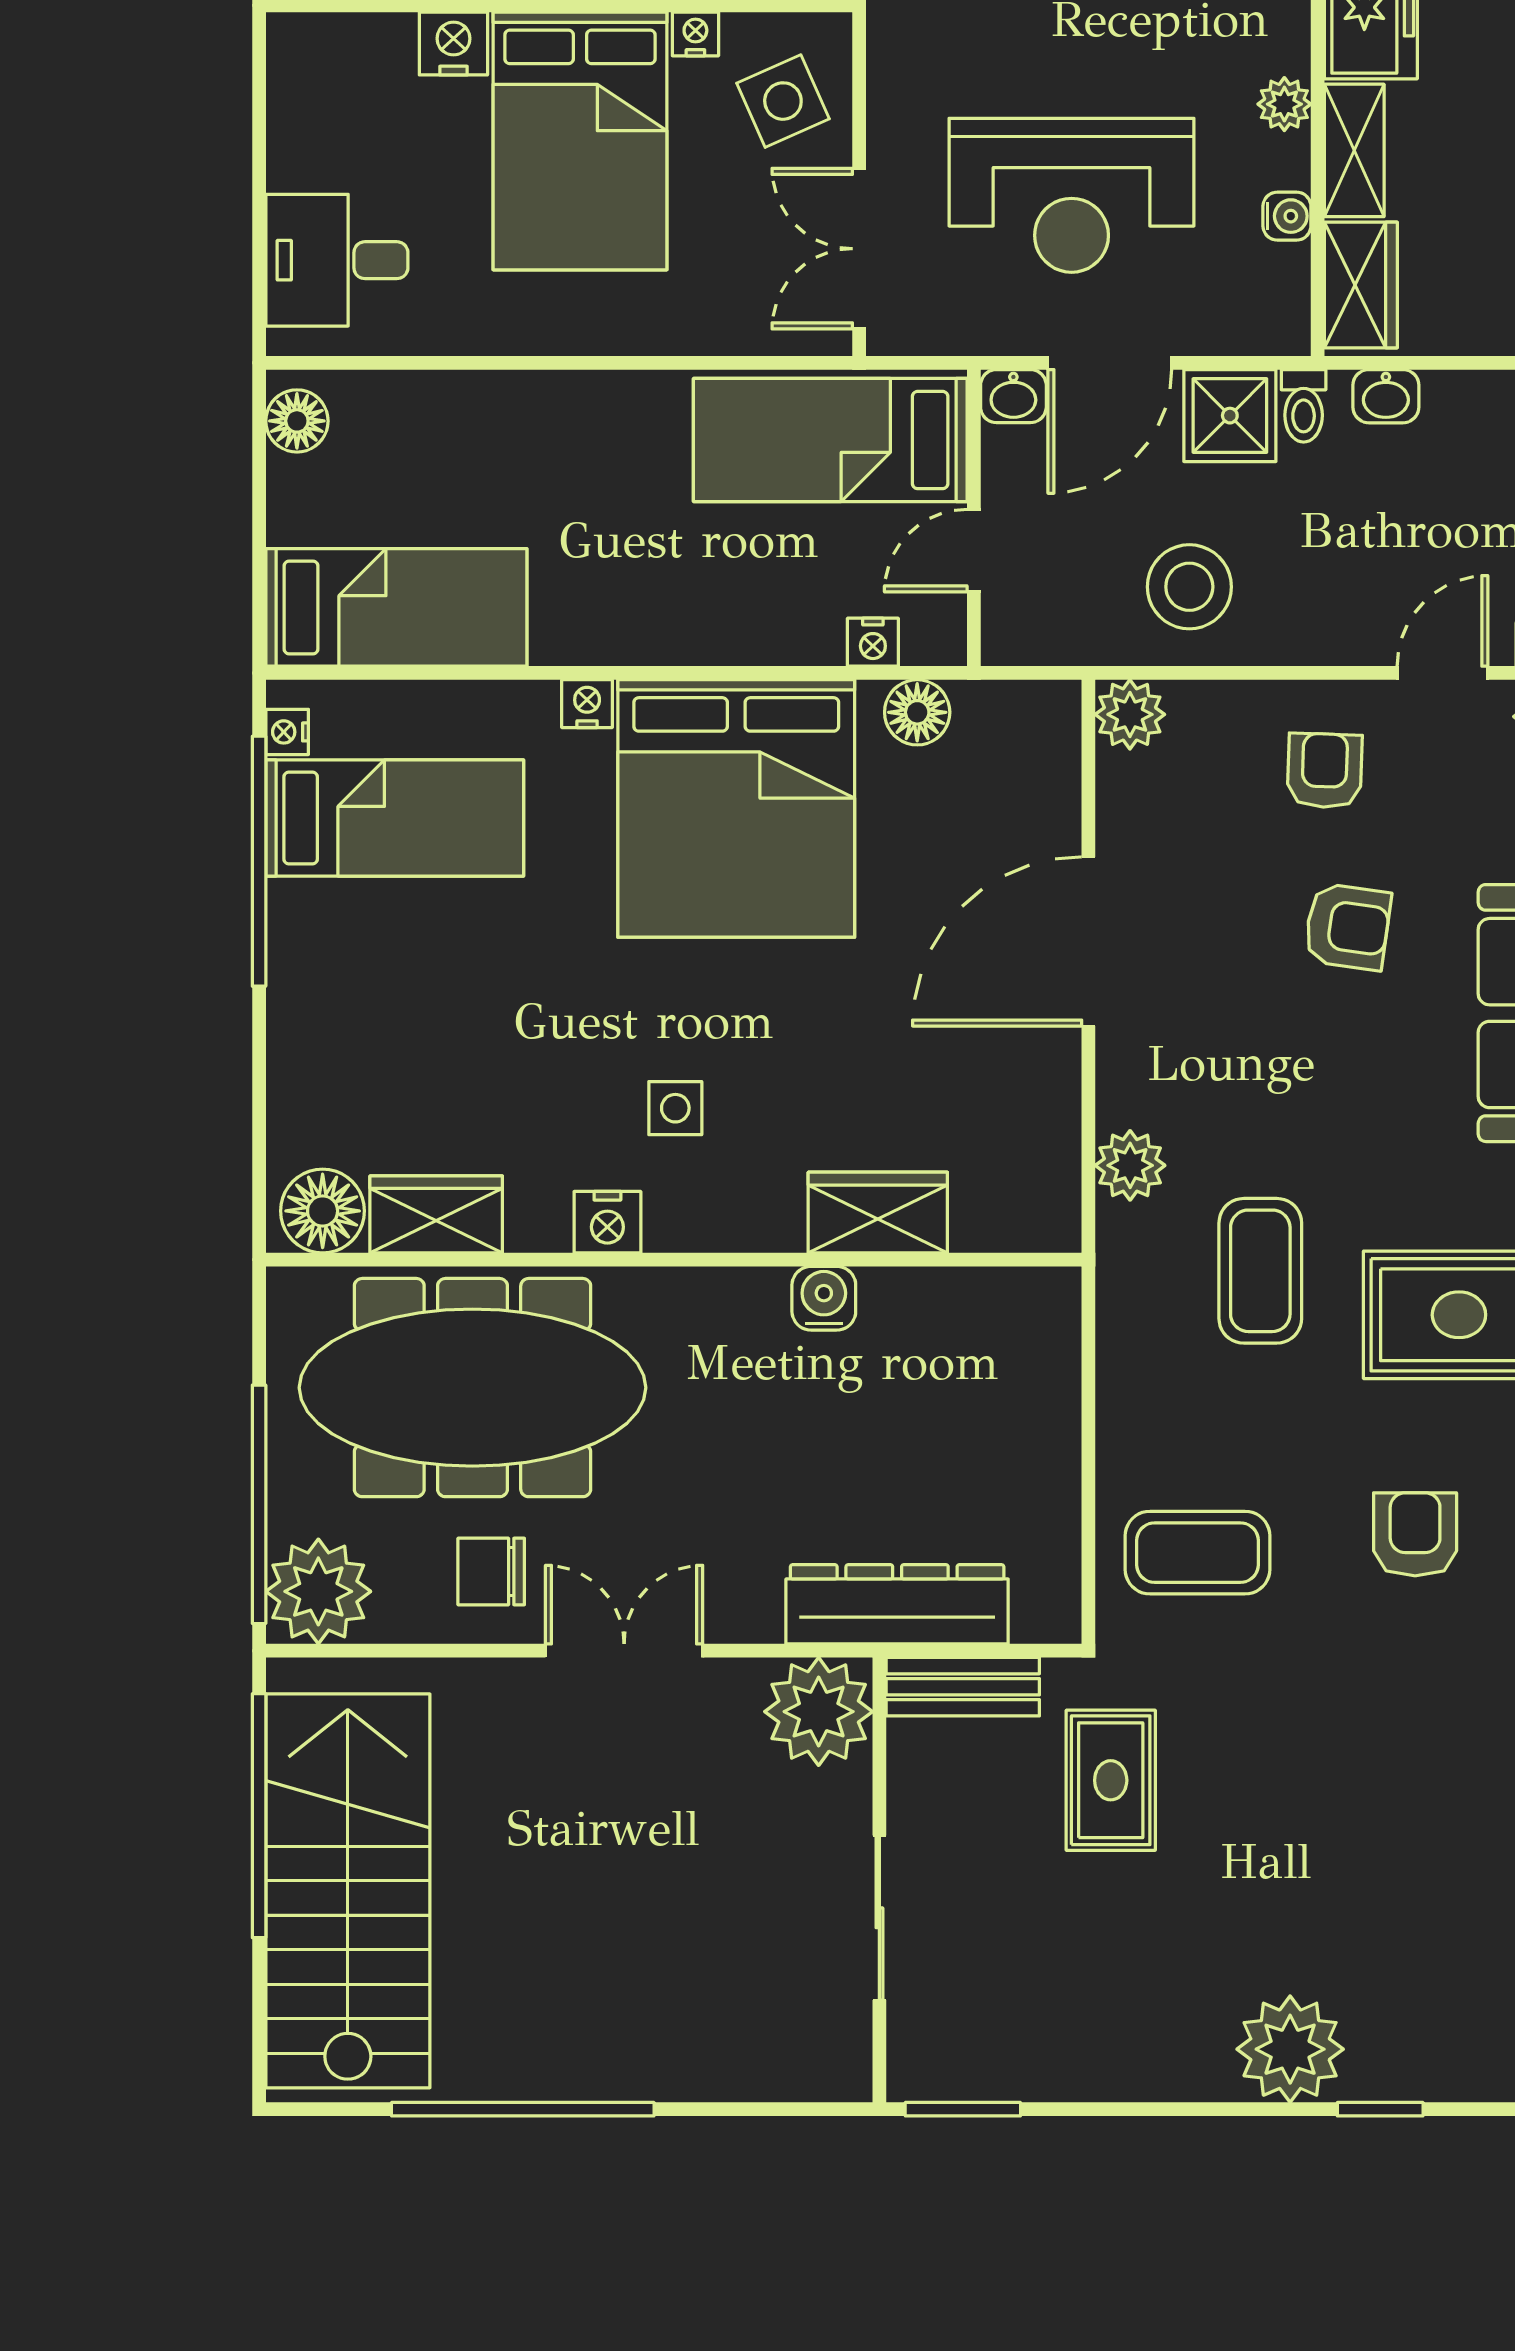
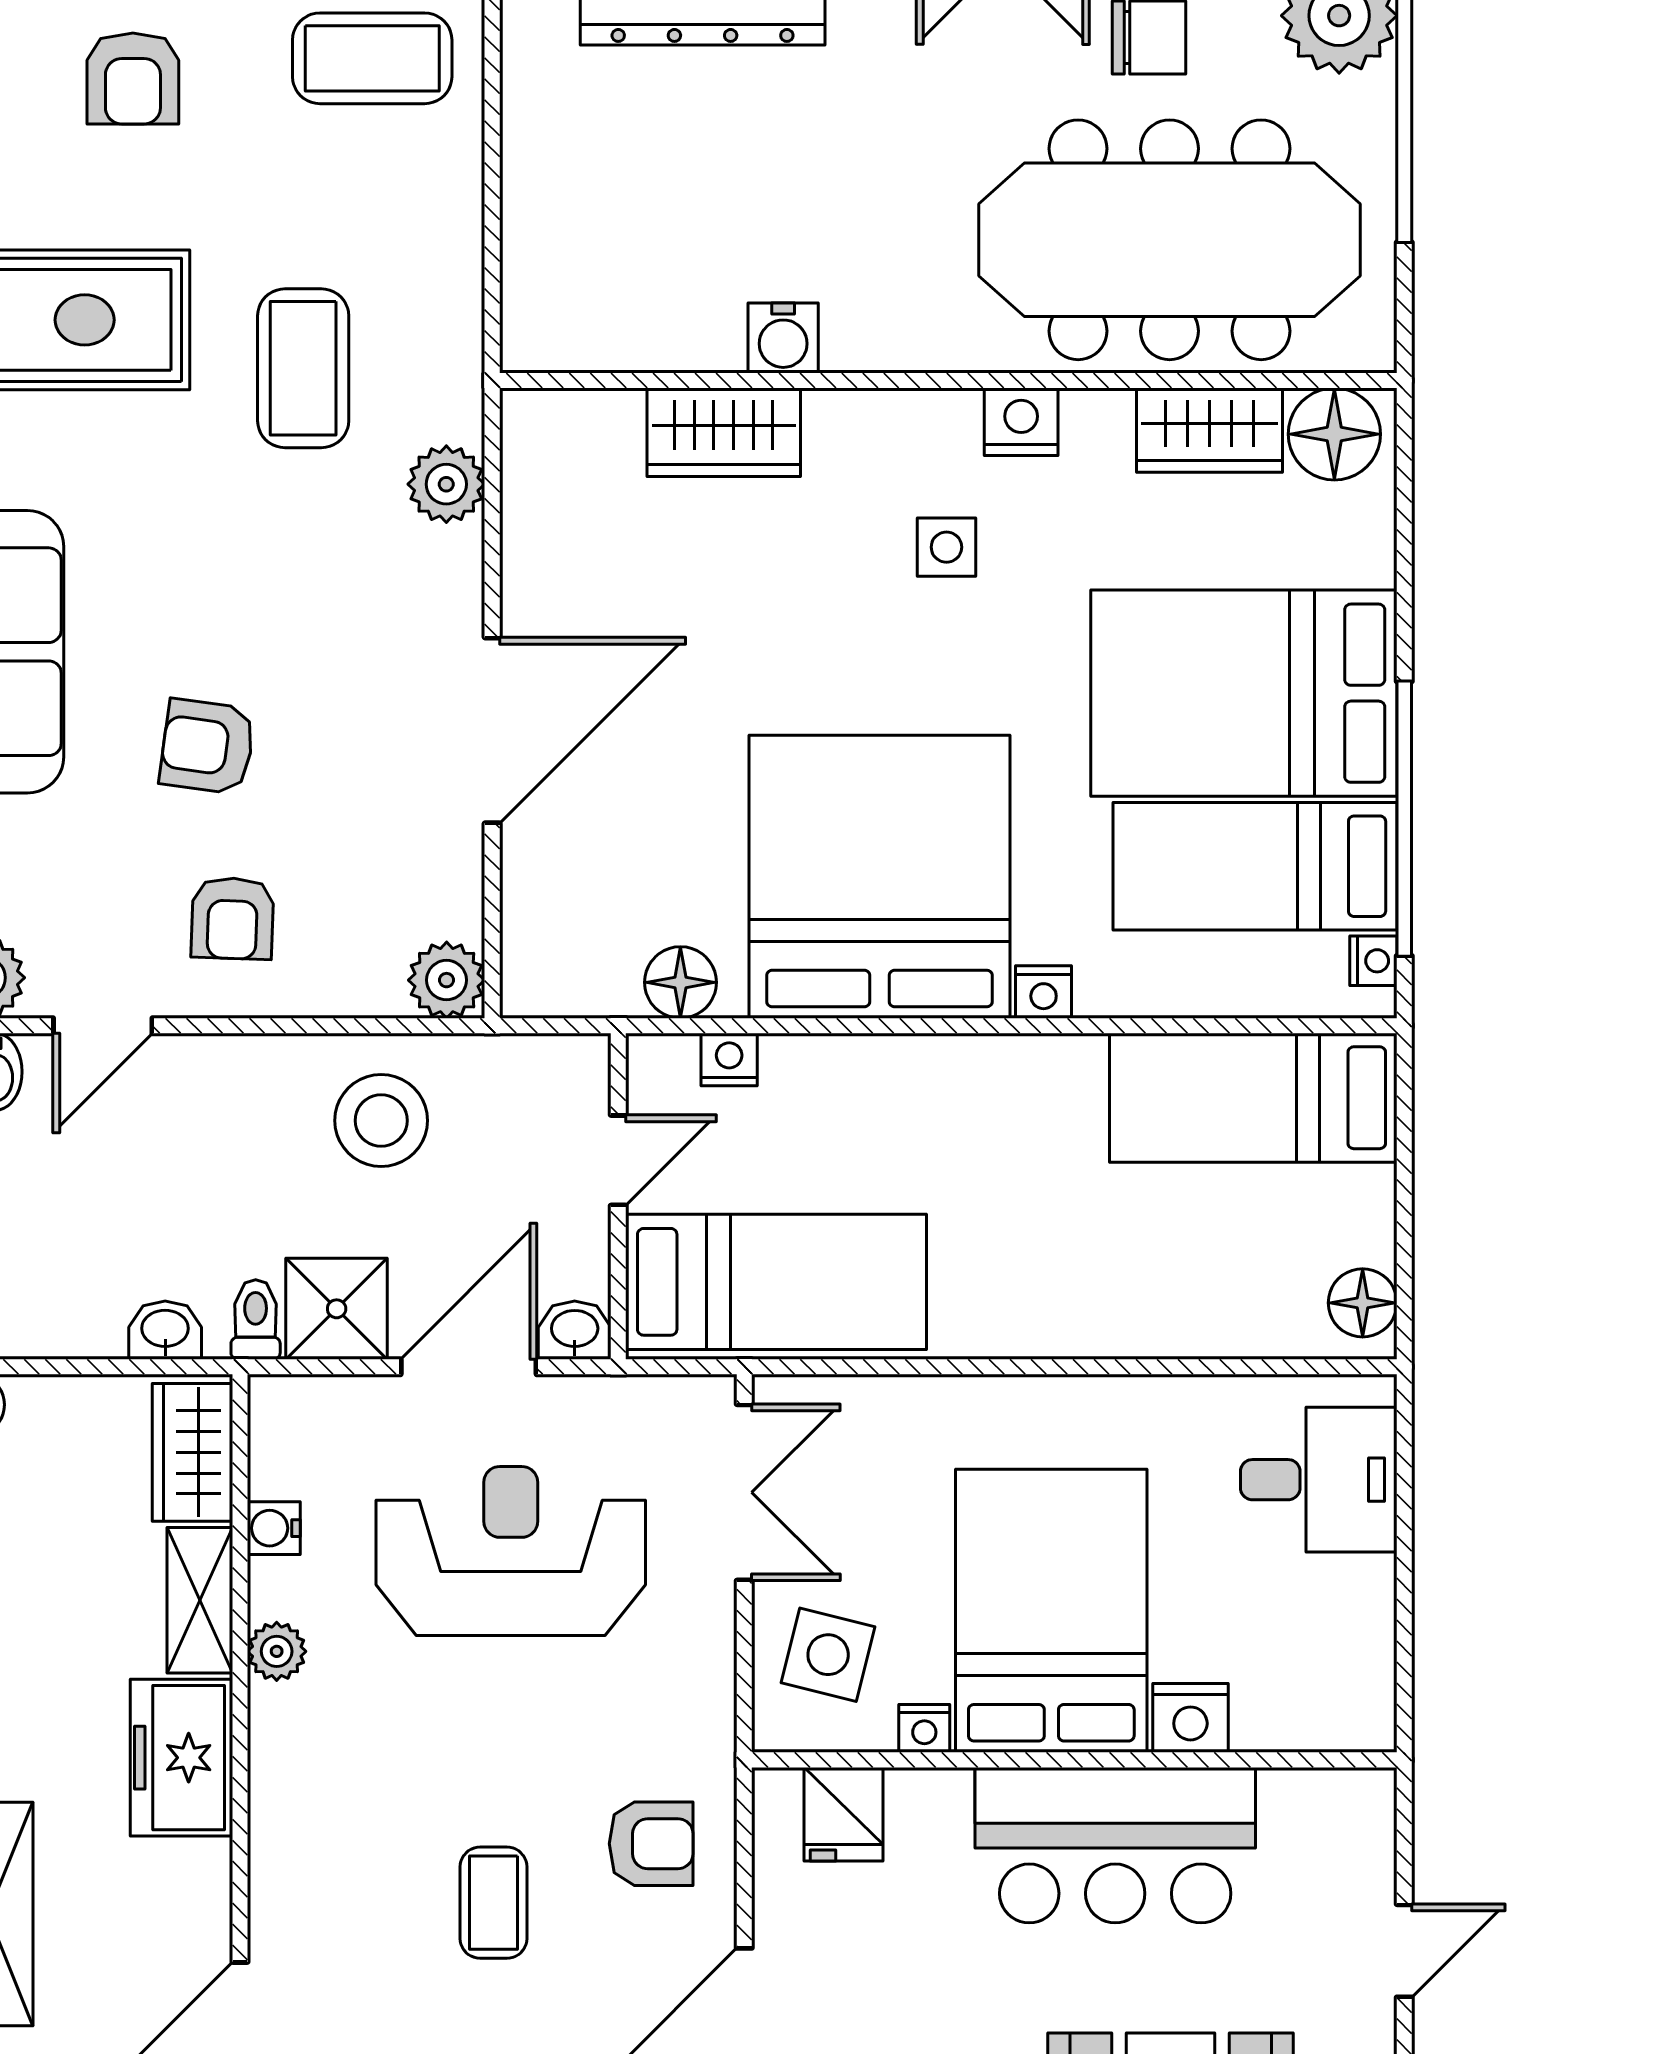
side table: (783, 101) -> (828, 1655), turned 38
bed: (405, 975) -> (1244, 693), added

